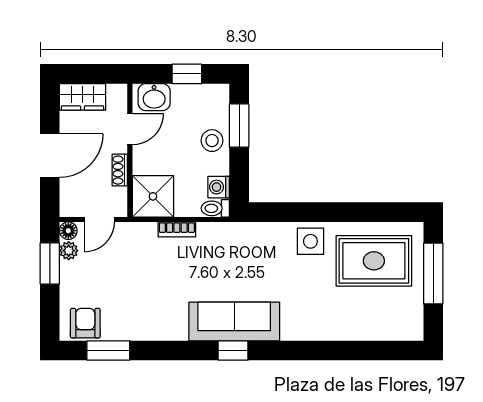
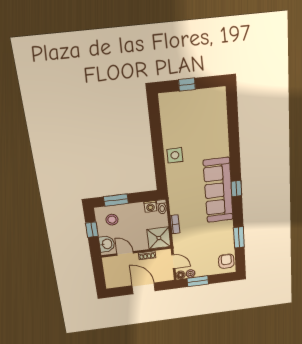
wardrobe: (83, 97) -> (112, 278), removed
stool: (212, 141) -> (112, 220), moved
rug: (374, 261) -> (183, 119), removed
window: (433, 273) -> (187, 84), width x0.46
sofa: (234, 321) -> (218, 190), width x1.36, depth x1.27
armchair: (85, 323) -> (226, 261), turned 90
window: (108, 350) -> (239, 237), moved

